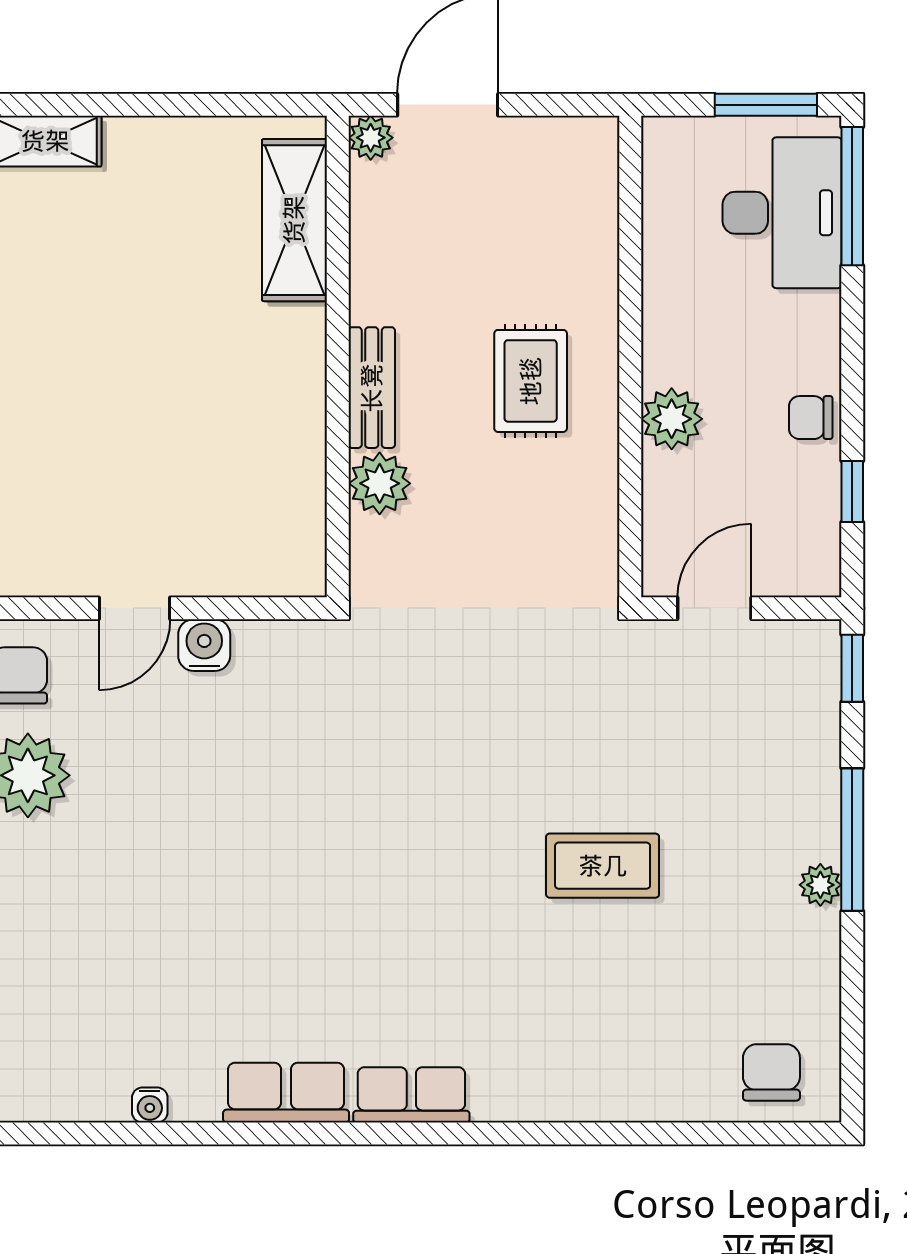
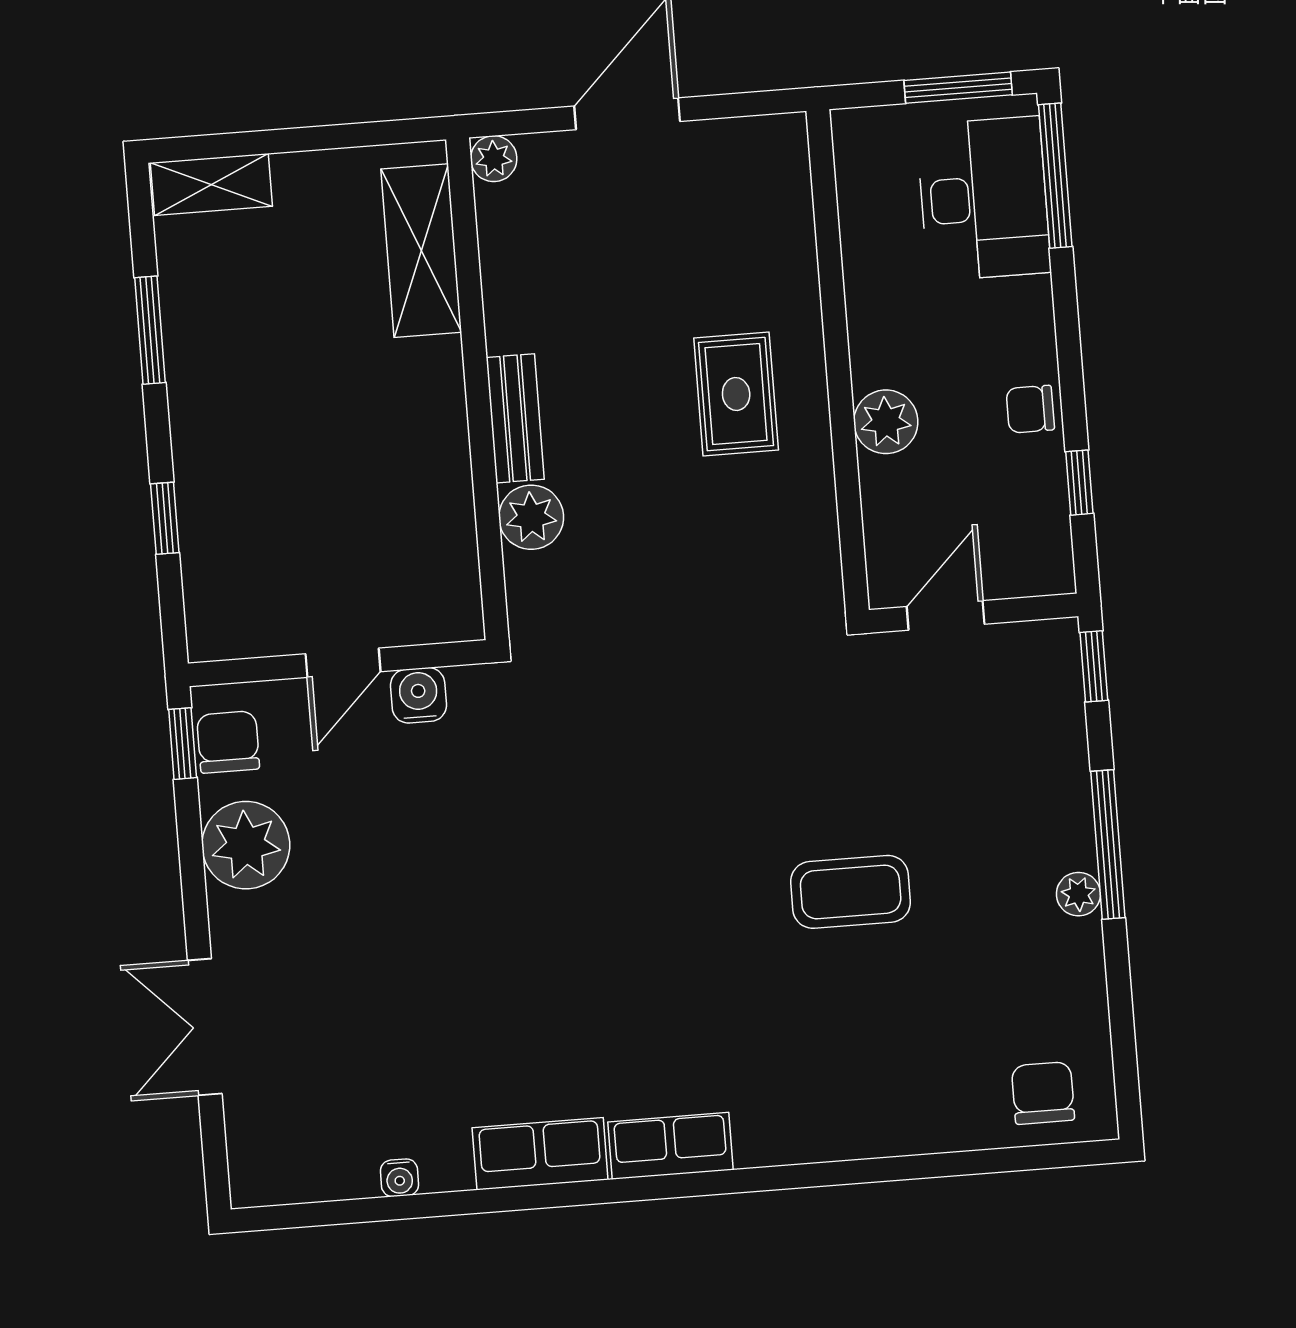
plant: (371, 138) -> (494, 159), moved
shelving: (294, 220) -> (421, 251), moved
wall: (338, 357) -> (477, 389), moved
bench: (372, 388) -> (515, 418), moved
plant: (380, 483) -> (531, 517), moved

